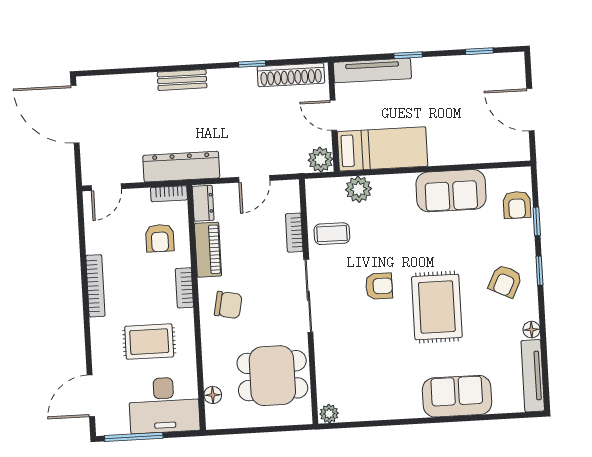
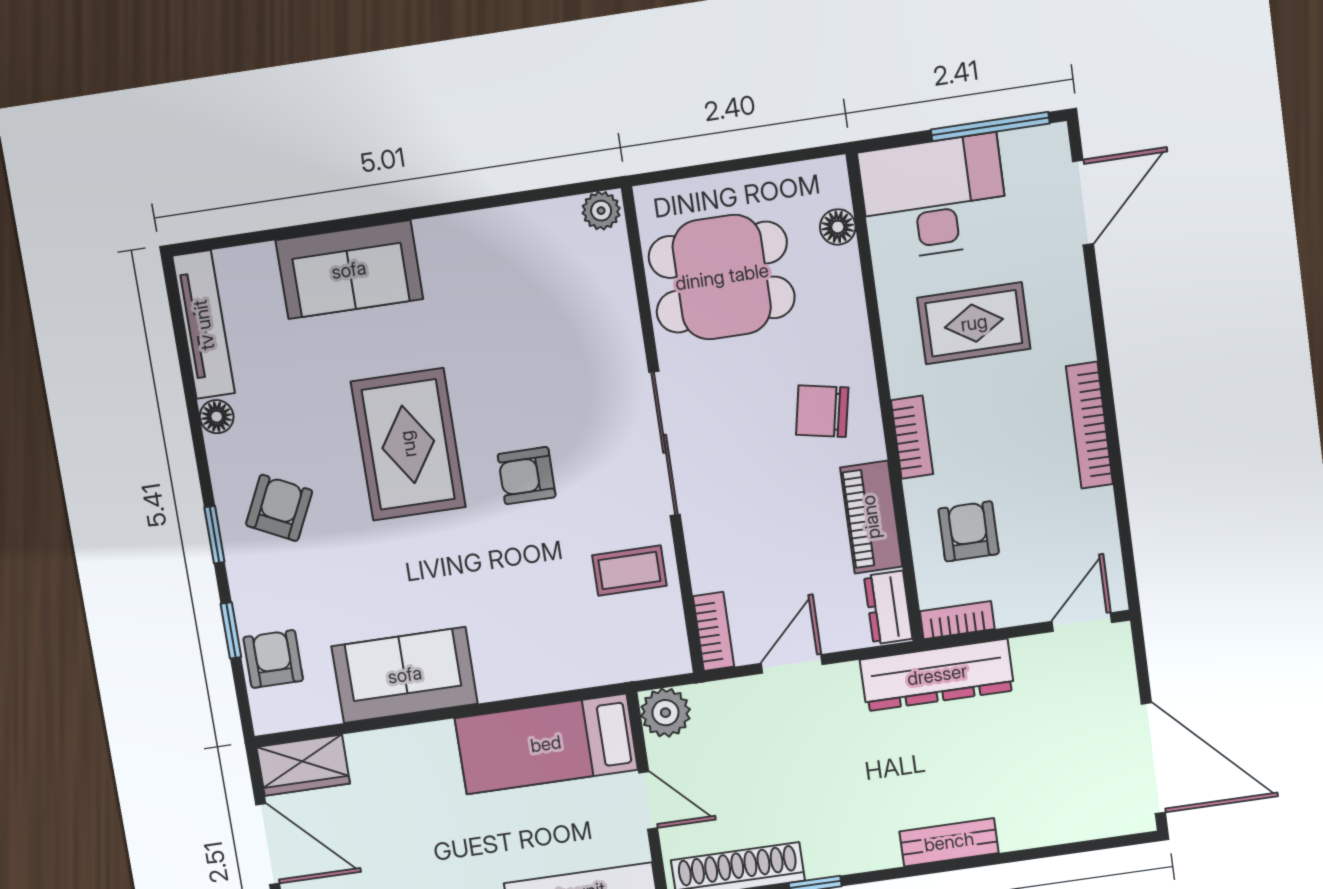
wardrobe: (508, 149) -> (303, 765), added
plant: (359, 189) -> (586, 662), removed
bookcase: (294, 233) -> (714, 631), moved

